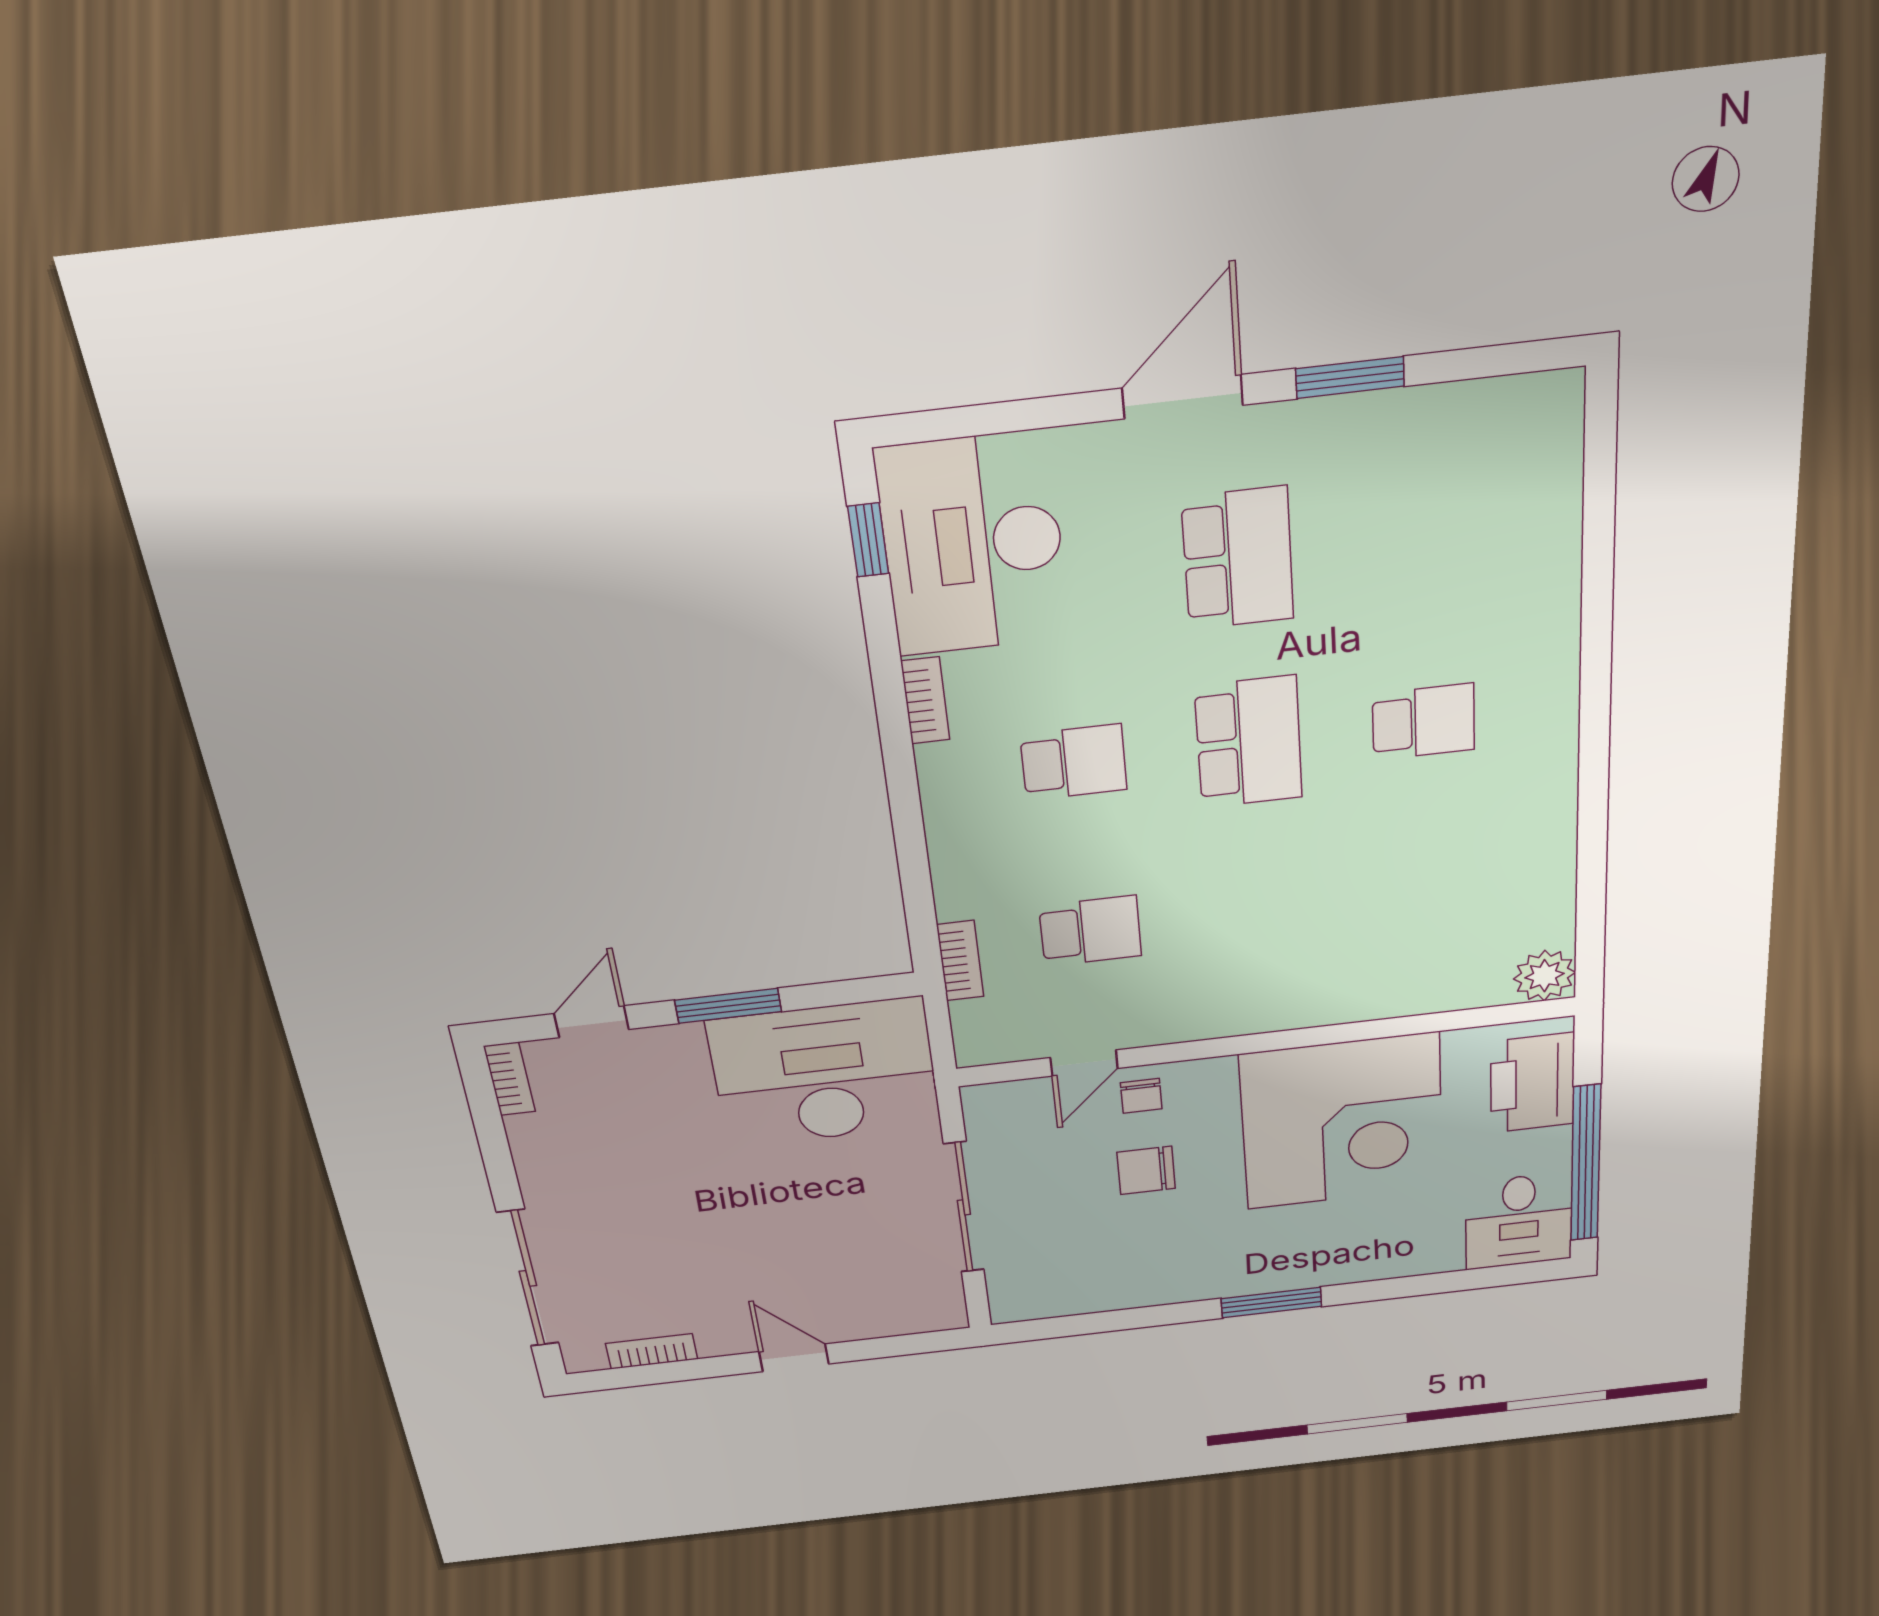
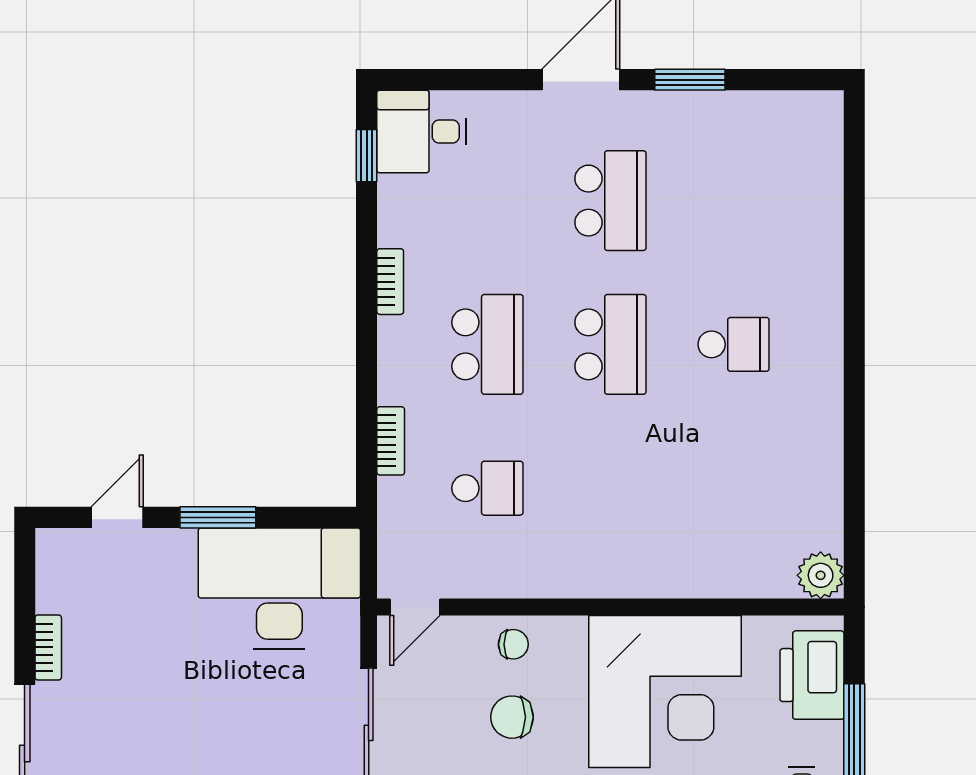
desk: (973, 544) -> (422, 132), width x0.53, depth x0.77
school desk: (1074, 762) -> (487, 344), width x1.85
bookcase: (960, 961) -> (391, 441), moved
door: (1084, 1063) -> (415, 607), moved
bookcase: (509, 1079) -> (48, 647), moved
chair: (1141, 1096) -> (513, 644), turned -90

